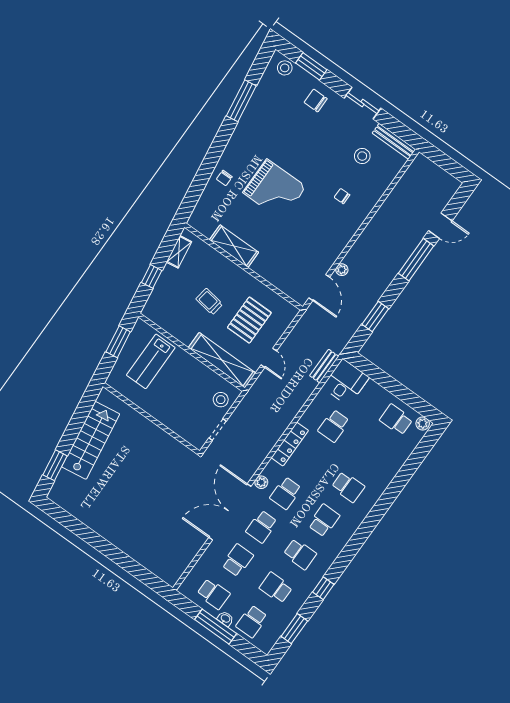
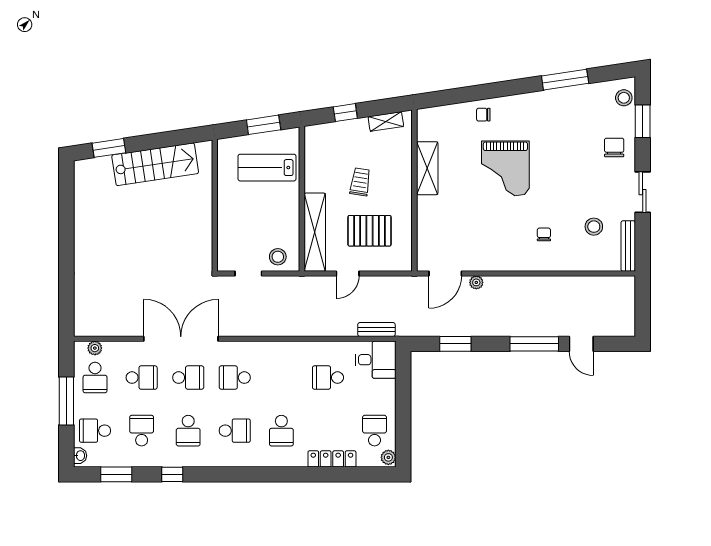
locker: (290, 444) -> (332, 459), moved, turned 180
plant: (261, 482) -> (95, 348), moved
school desk: (262, 527) -> (188, 378), turned 180
washbasin: (225, 619) -> (80, 456), moved

